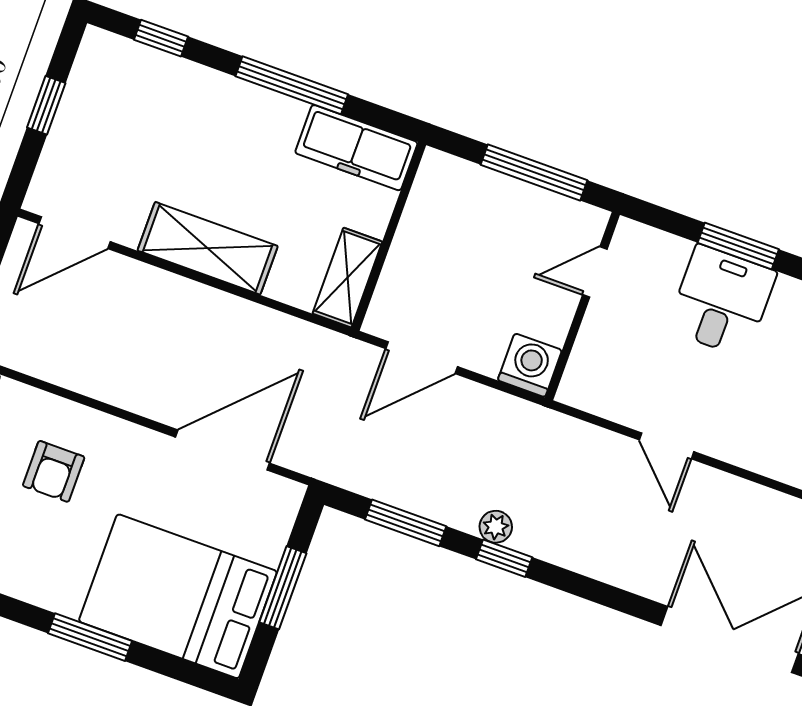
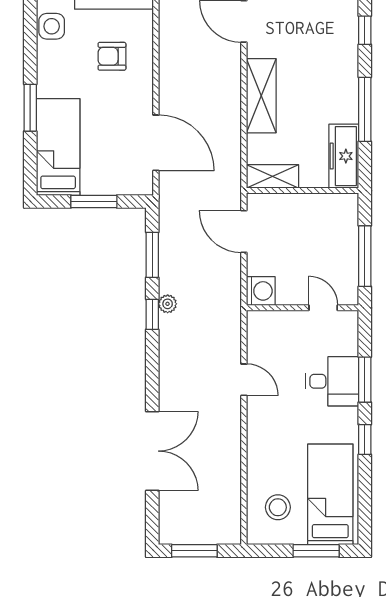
door: (666, 446) -> (244, 380), swing flipped
bed: (178, 596) -> (58, 147), width x0.67

